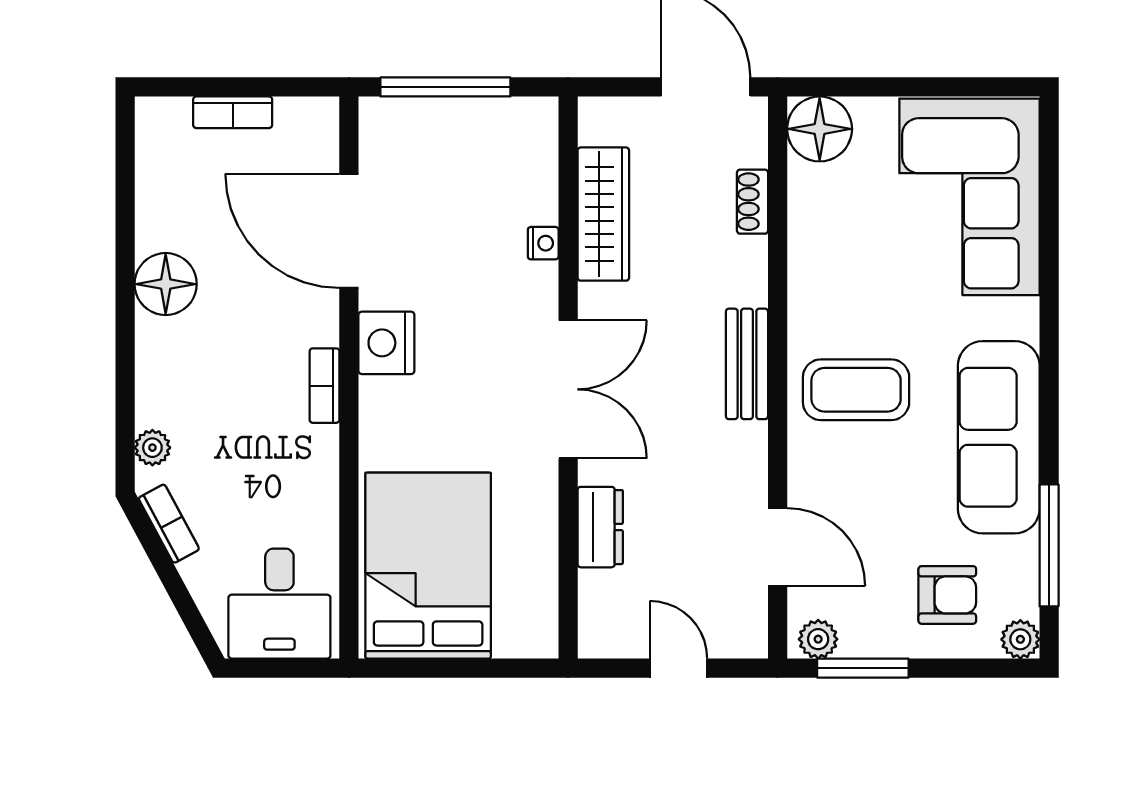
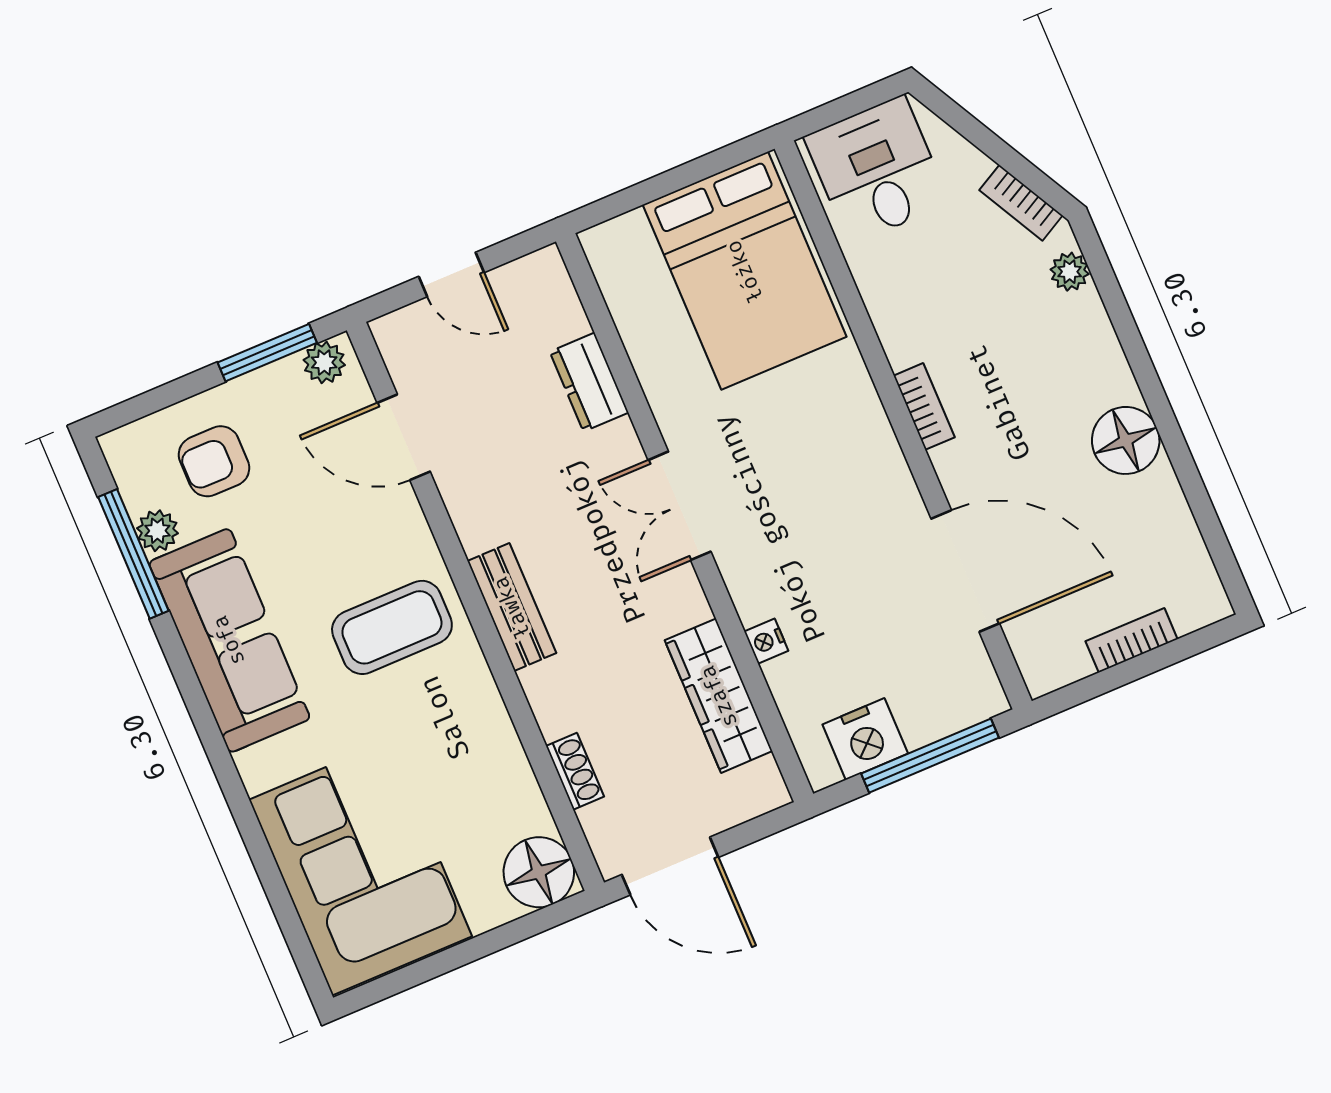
nightstand: (386, 343) -> (865, 739), moved, turned 90
double door: (568, 389) -> (680, 506), width x0.73
plant: (1020, 639) -> (157, 531), moved

